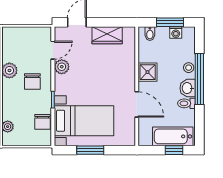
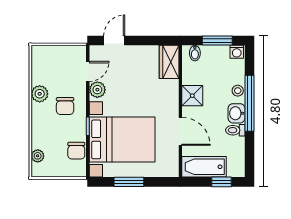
washing machine: (176, 32) -> (237, 52), moved
wardrobe: (107, 35) -> (169, 62), moved, turned 90
bed with nightstands: (84, 121) -> (122, 139), width x1.36
bathtub: (173, 136) -> (204, 167), moved

